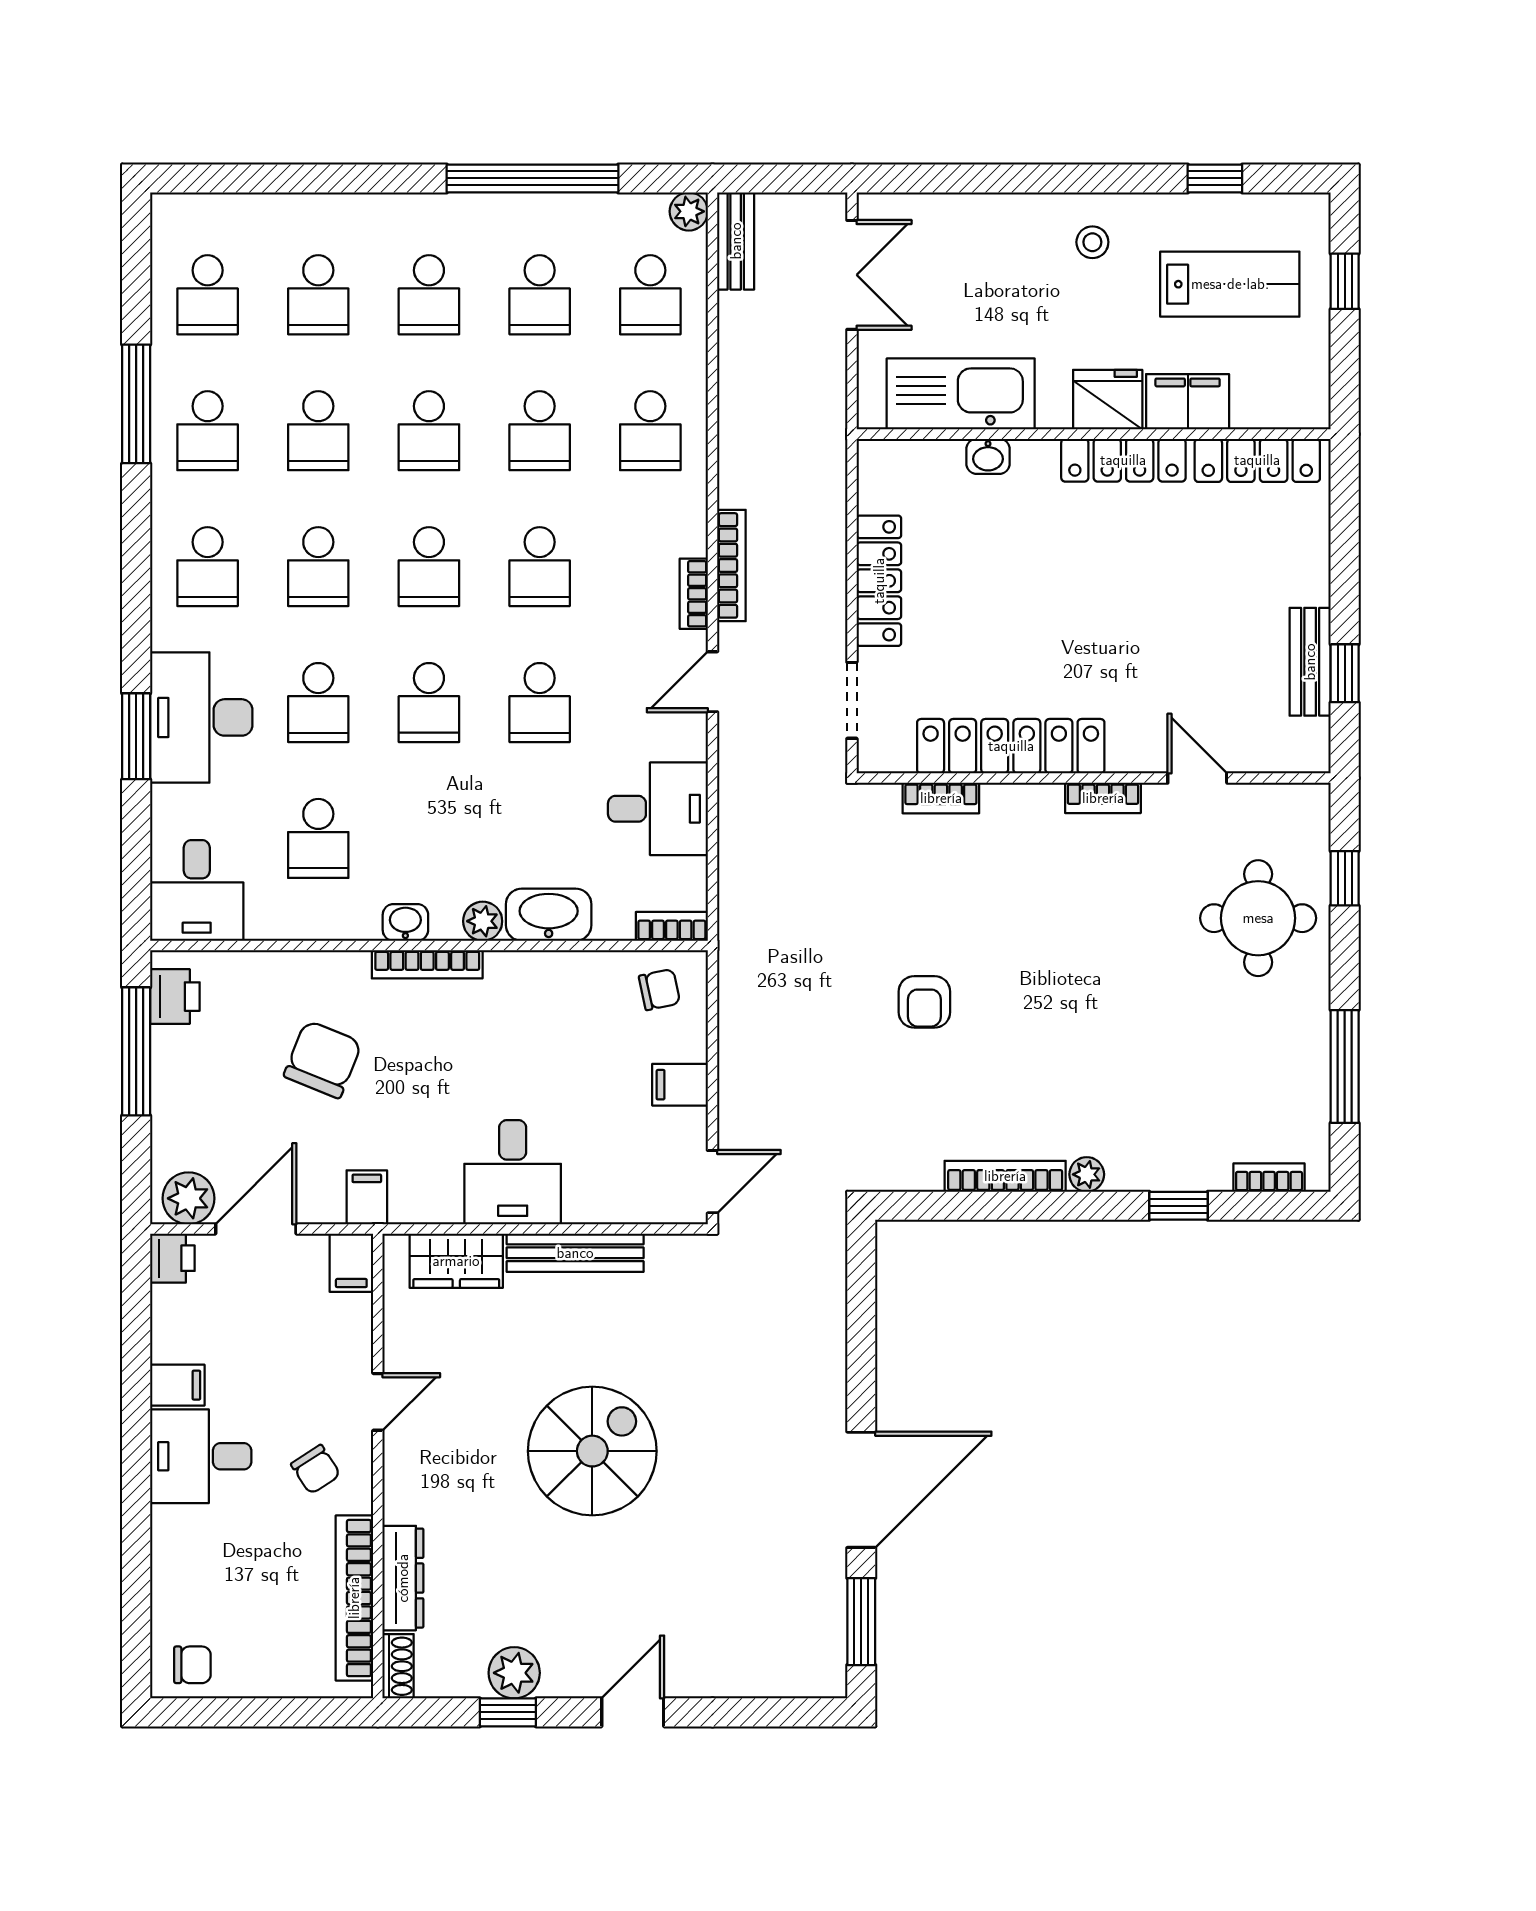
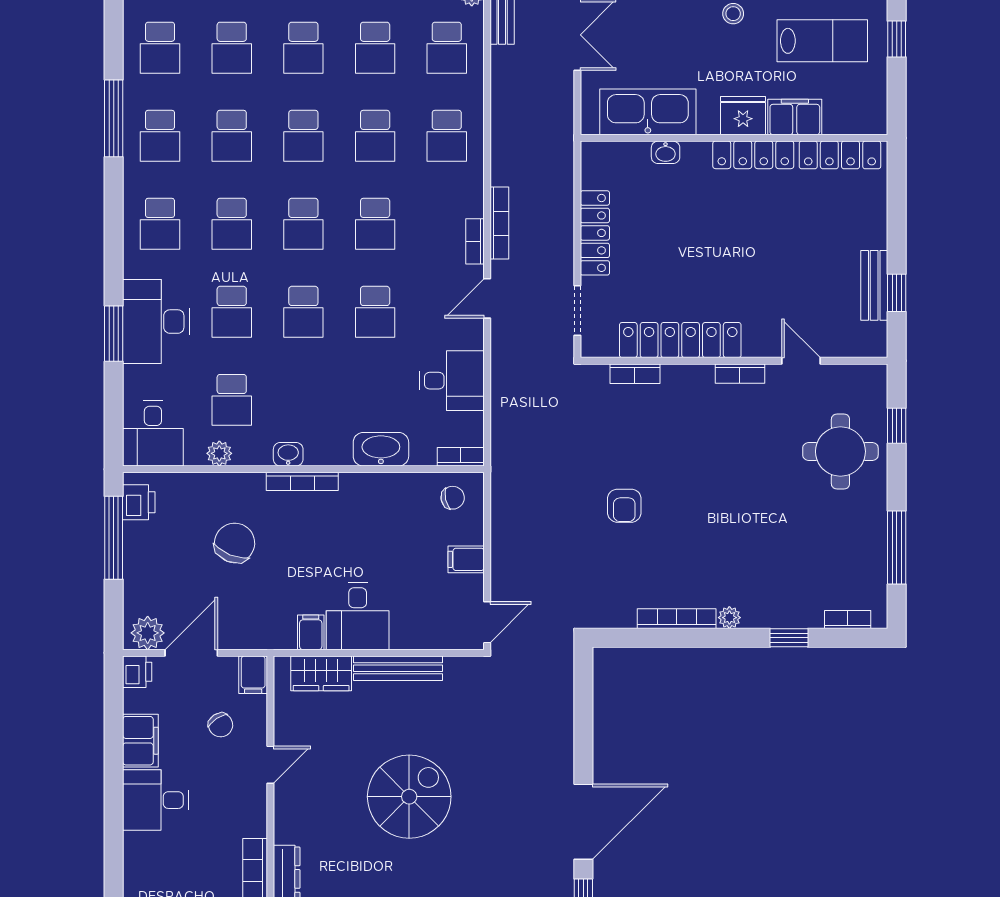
plant: (483, 921) -> (219, 453), moved
filing cabinet: (367, 1197) -> (311, 632), moved
filing cabinet: (177, 1385) -> (140, 741), width x2.00
chair: (316, 1469) -> (221, 725), moved

